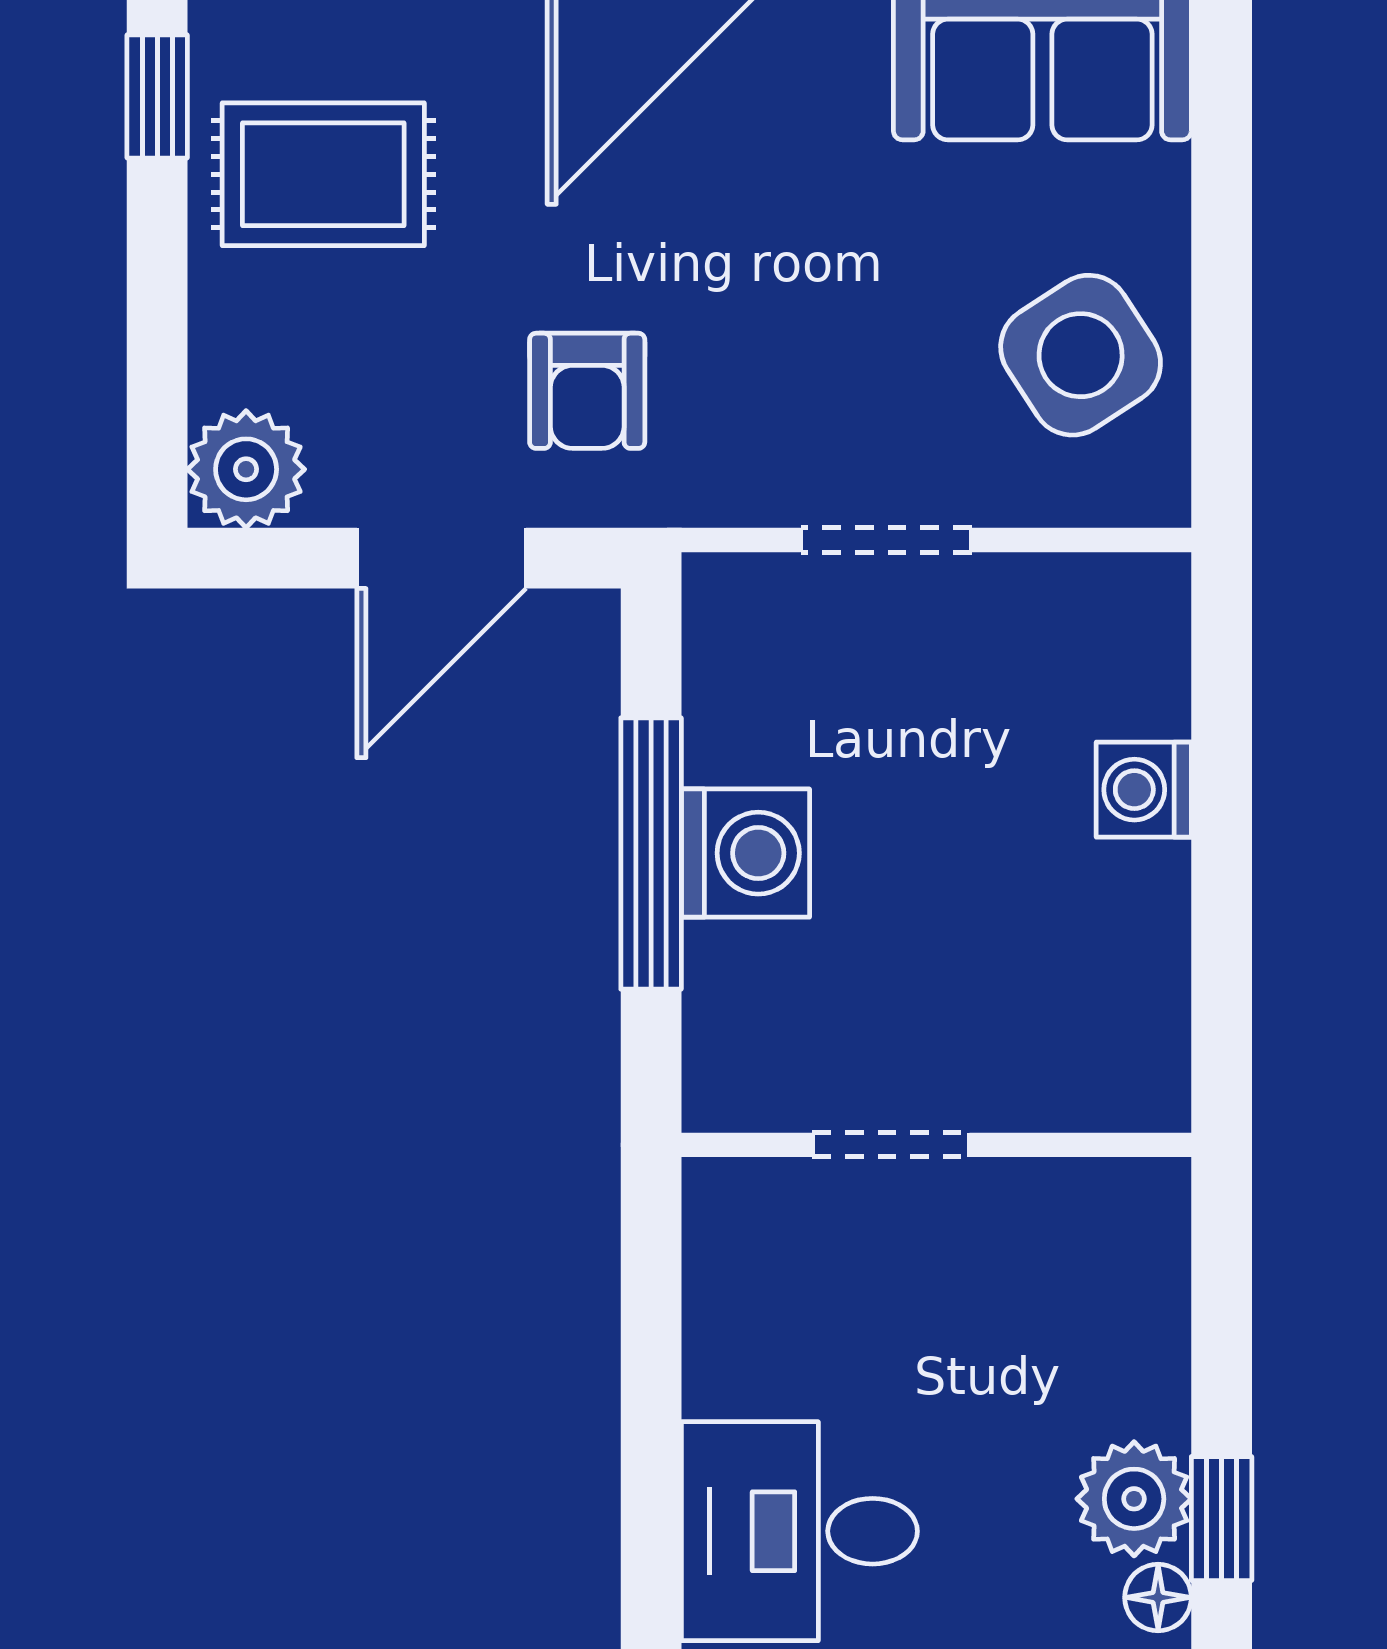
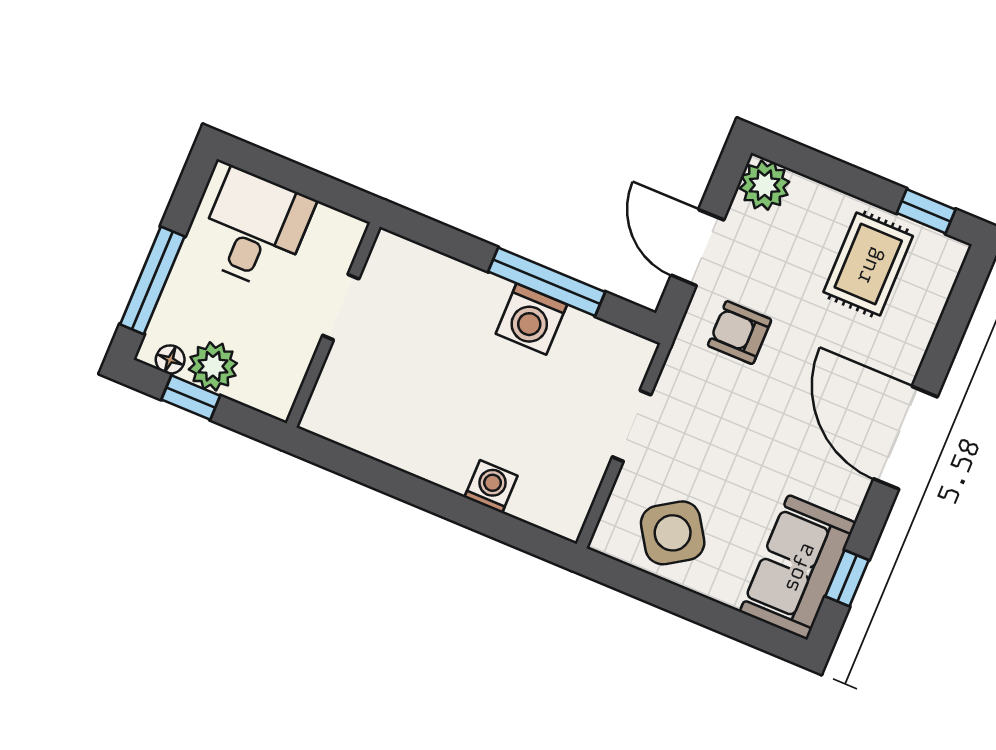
doorway: (891, 1145) -> (341, 307), moved
wall: (936, 1145) -> (333, 325), moved

